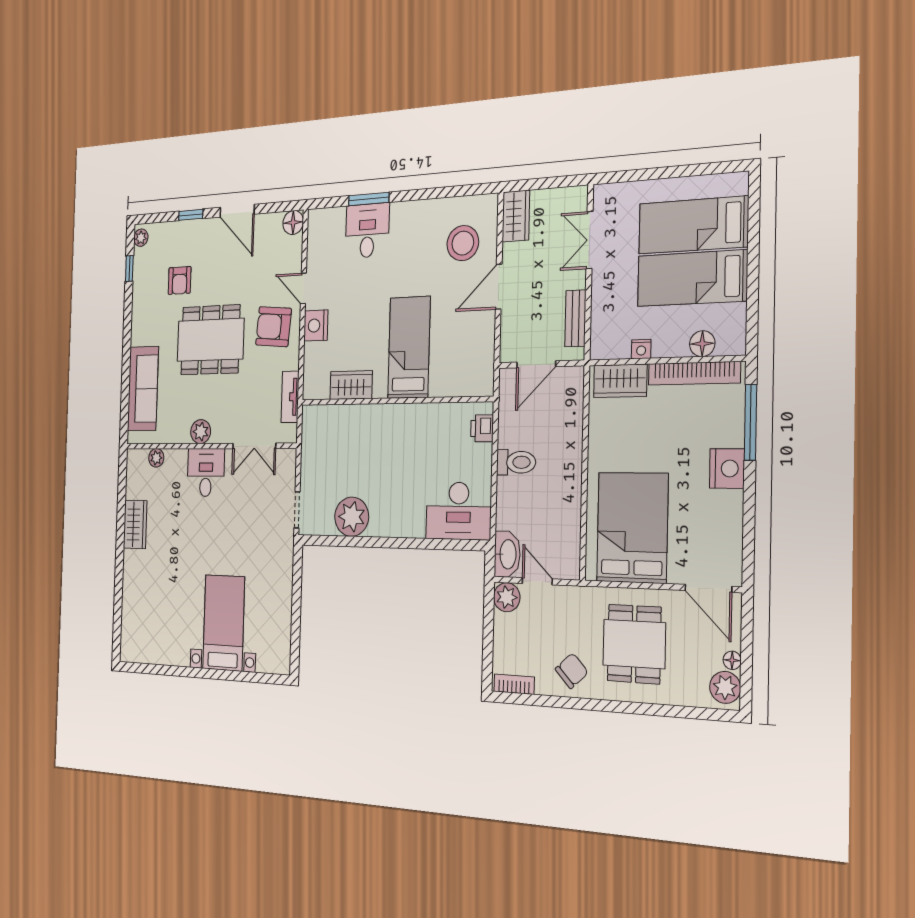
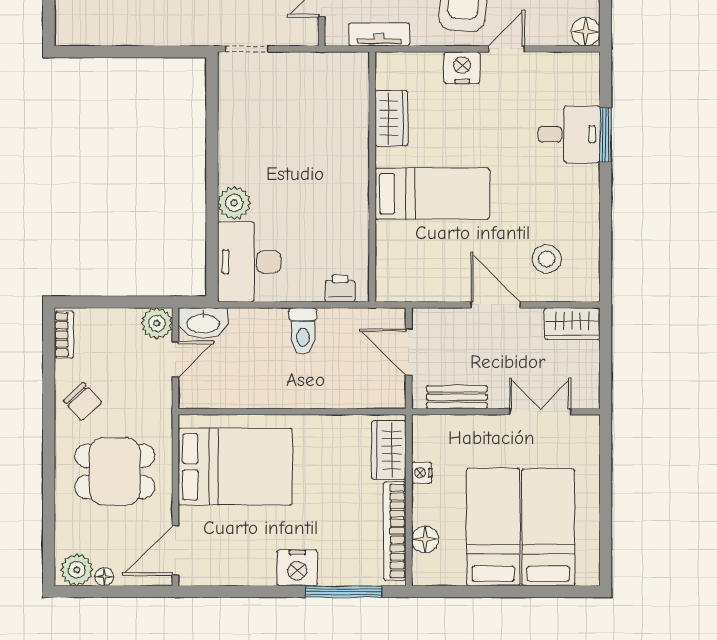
stool: (463, 243) -> (547, 259), width x0.73, depth x0.73
plant: (352, 517) -> (234, 203), moved, width x0.73, depth x0.73

